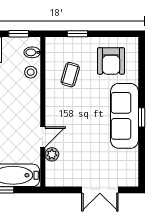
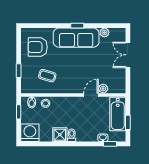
armchair: (111, 61) -> (38, 47), turned 180
door: (43, 137) -> (91, 95), hinge flipped
plant: (132, 156) -> (104, 32), added
double door: (100, 190) -> (128, 55), swing flipped

